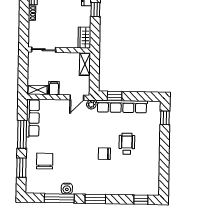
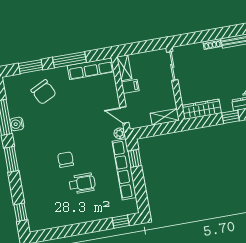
wardrobe: (84, 38) -> (202, 109), width x1.50
chair: (45, 161) -> (44, 92), turned 64

